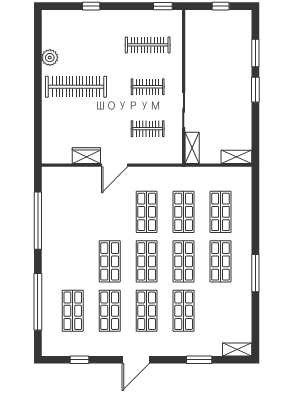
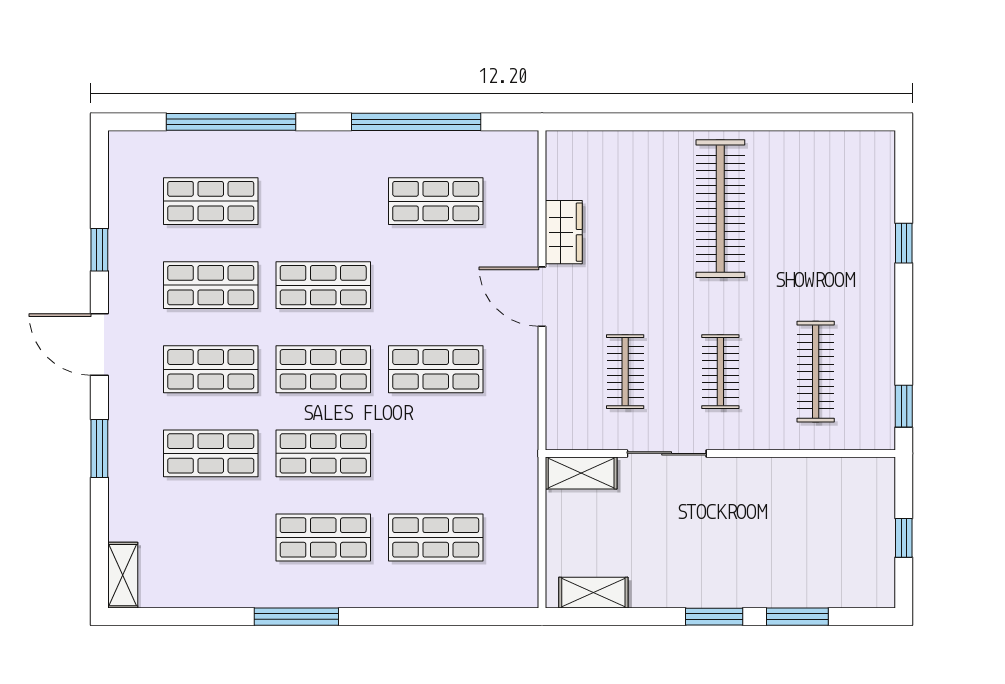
plant: (50, 58) -> (787, 149), removed
shelving: (236, 157) -> (593, 593), moved, turned 90
shop shelf: (184, 212) -> (436, 201), moved
window: (80, 360) -> (99, 250), moved
window: (199, 360) -> (99, 448), moved

